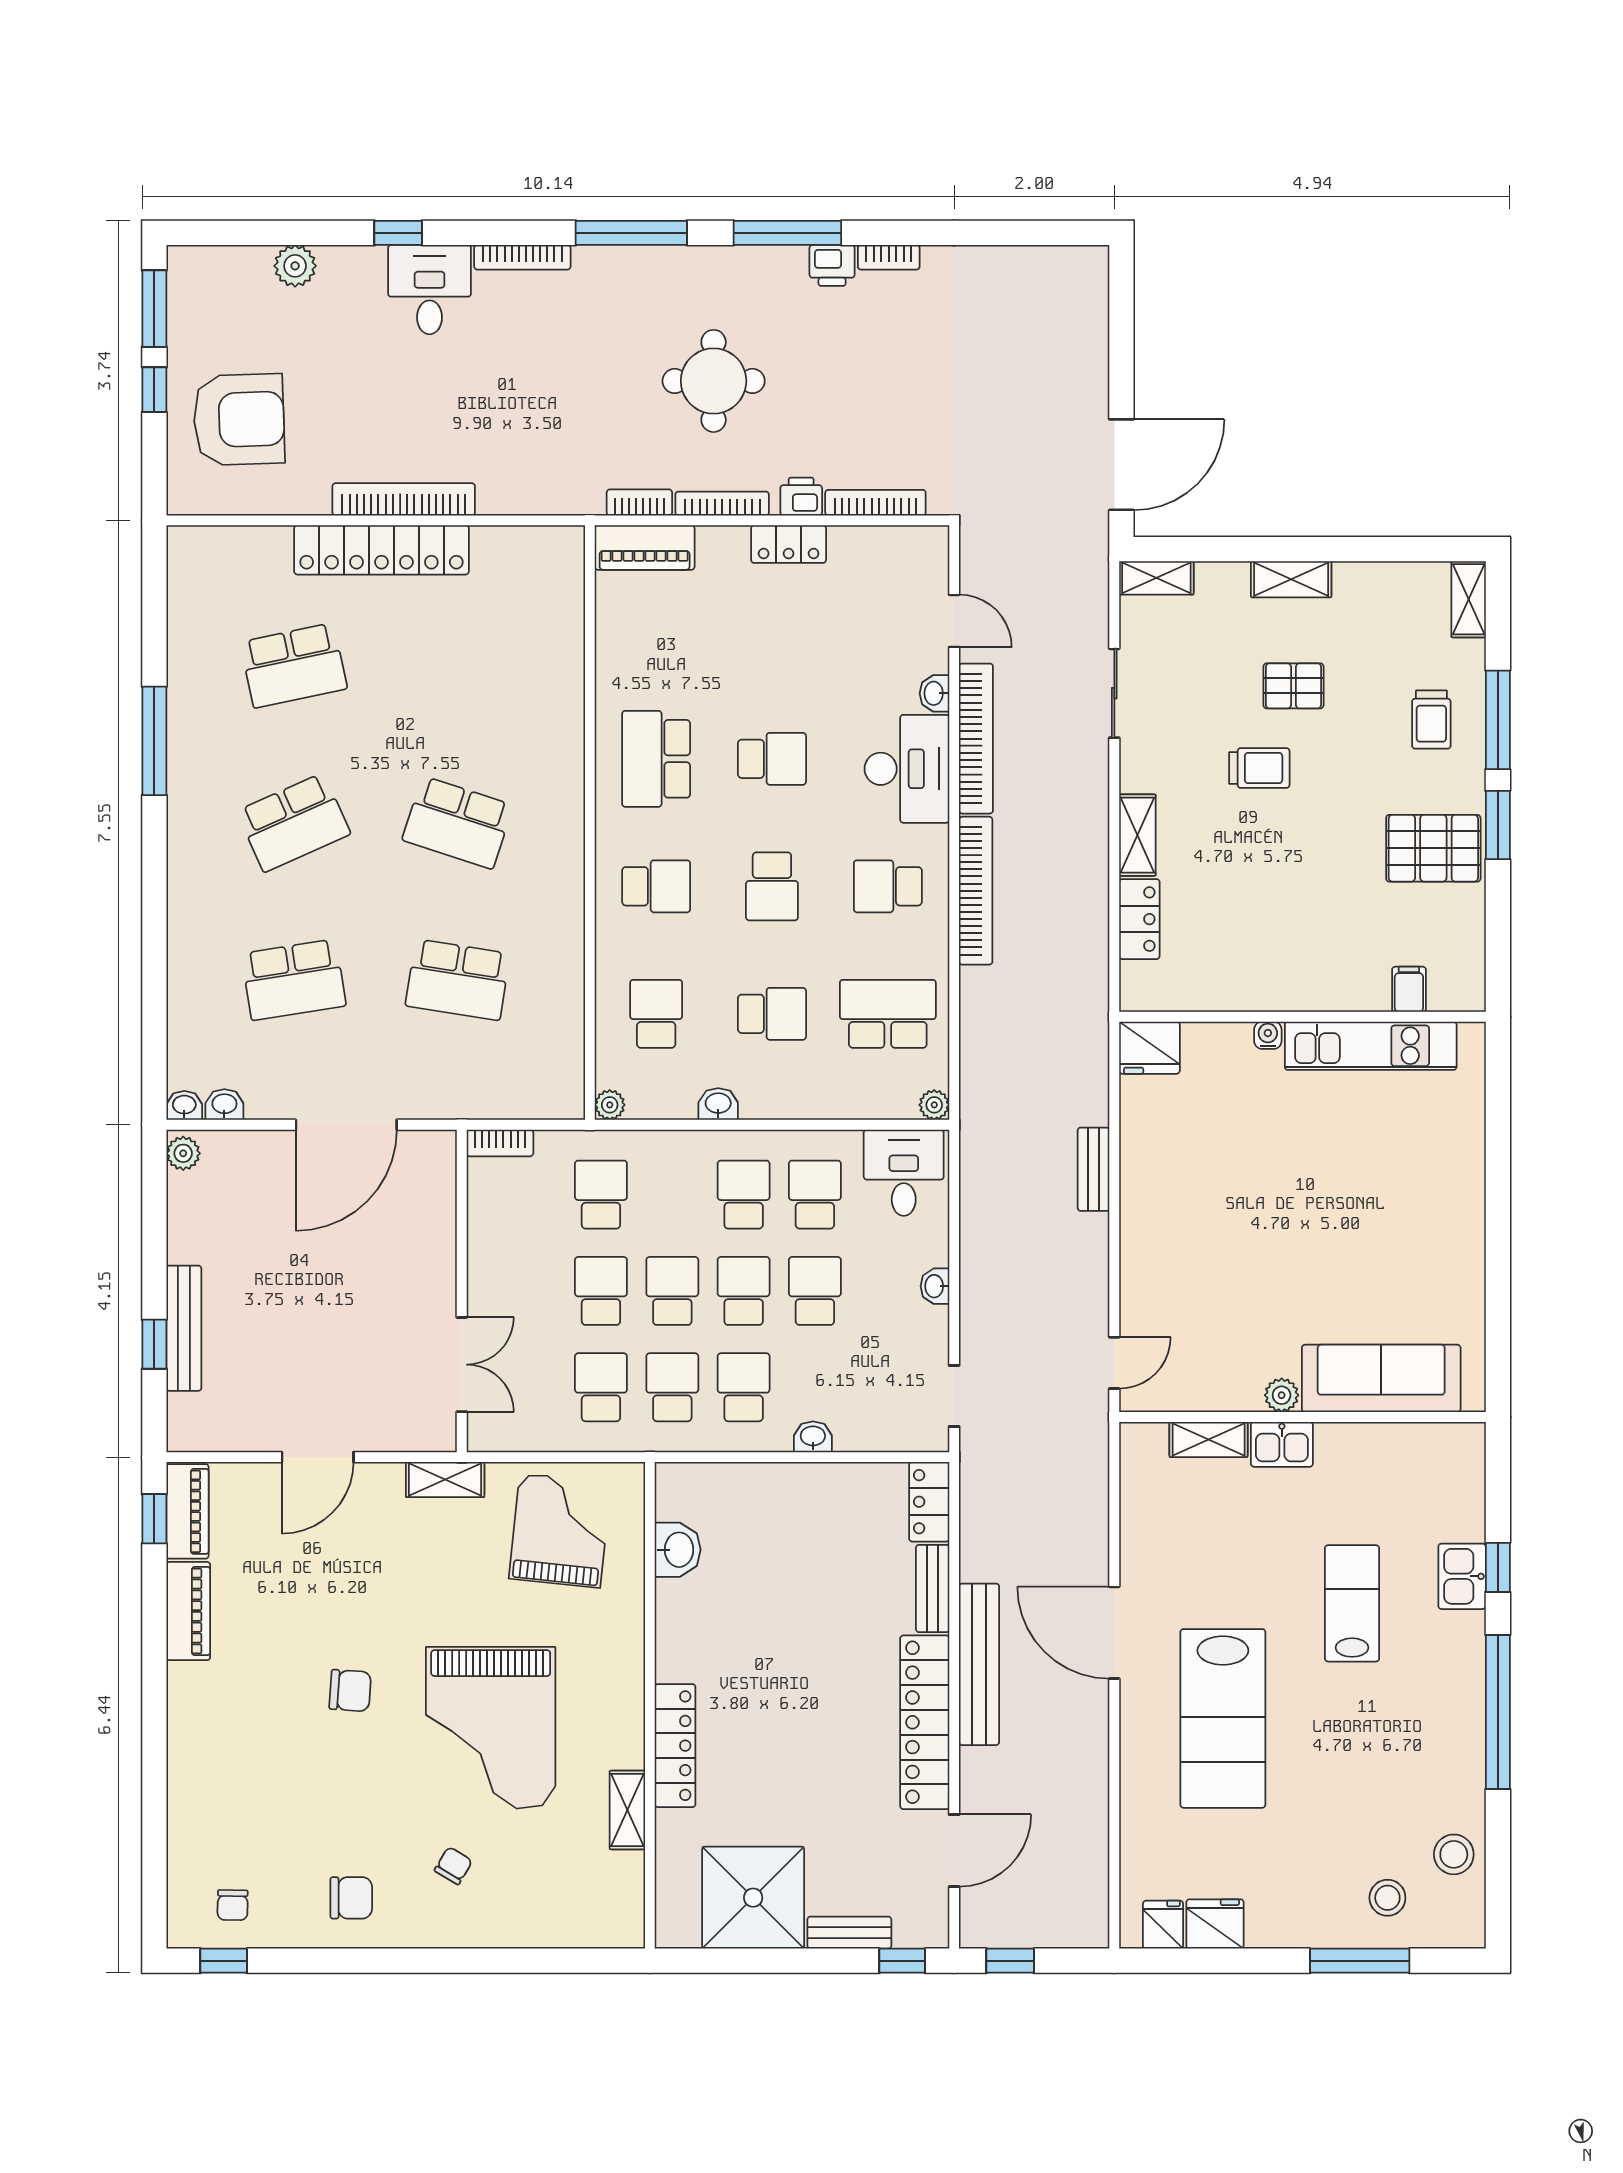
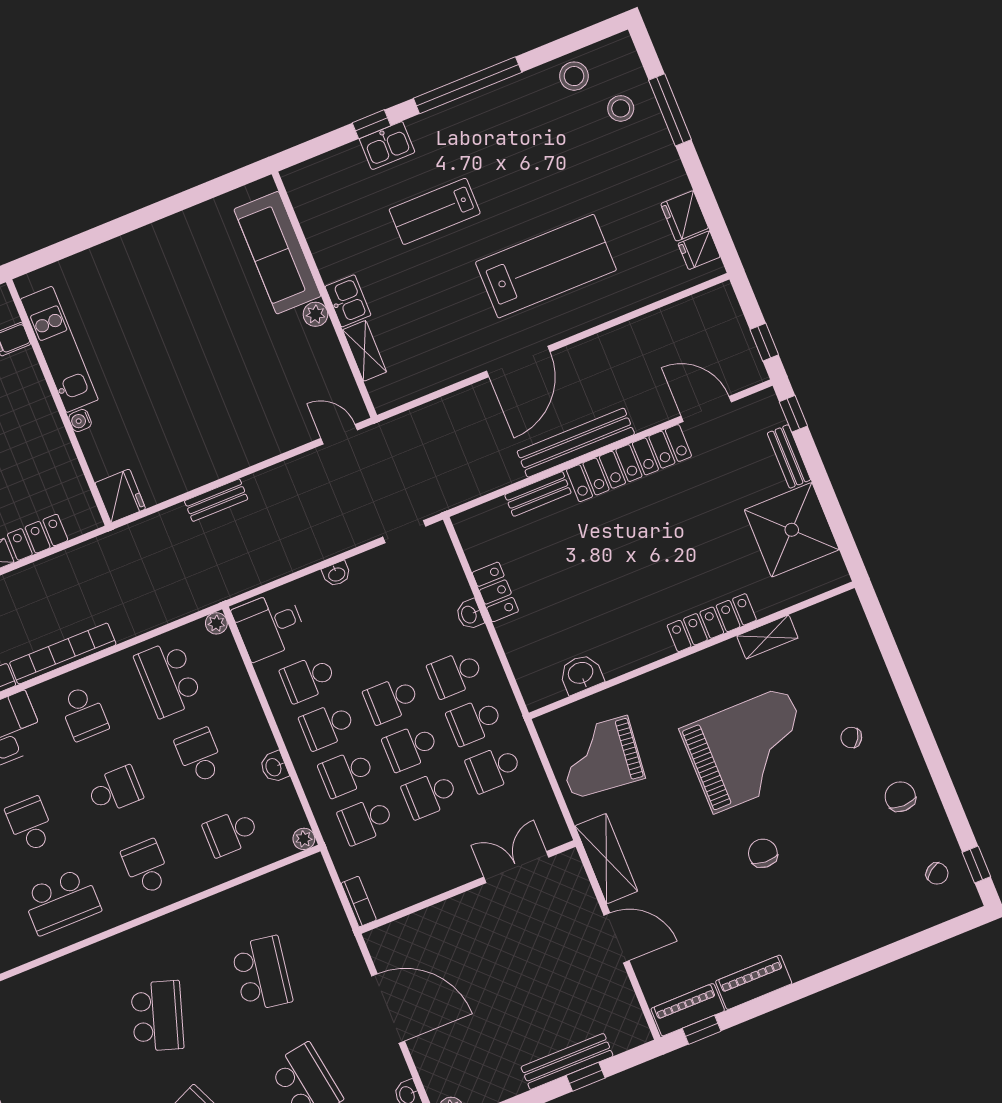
school desk: (815, 1291) -> (347, 773), moved
shelving: (445, 1480) -> (606, 859), width x1.50, depth x1.33
locker: (929, 1502) -> (495, 592), moved, turned -90
chair: (233, 1905) -> (937, 874), turned 54

